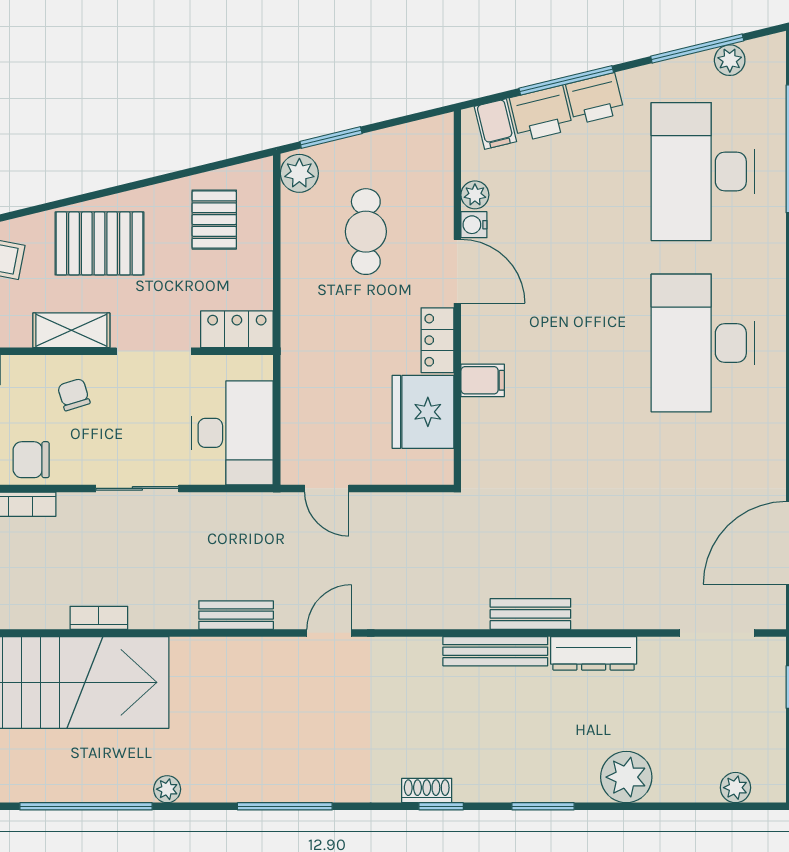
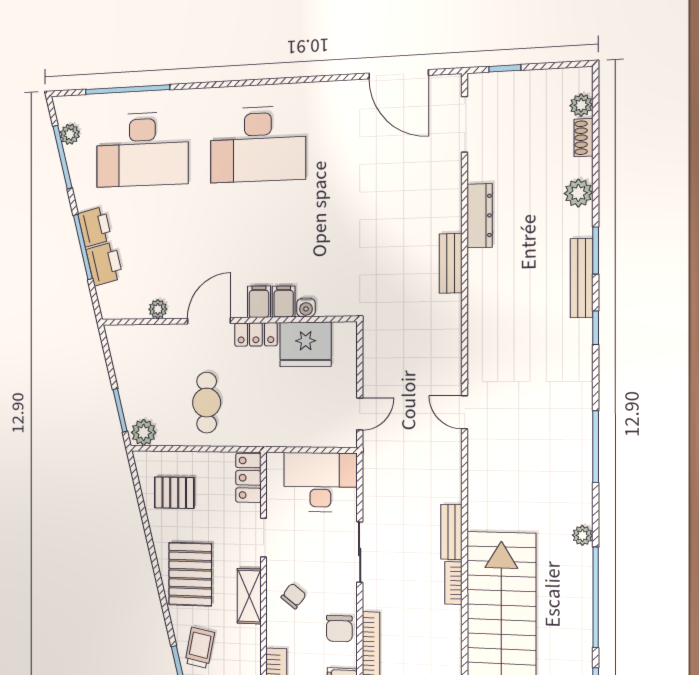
filing cabinet: (495, 124) -> (259, 302), moved, turned -76
water cooler: (474, 225) -> (306, 307), moved
cafe table: (366, 232) -> (207, 403), moved, turned 90
doorway: (154, 351) -> (263, 538), width x0.73
chair: (74, 395) -> (294, 596), turned 144
bench: (236, 615) -> (451, 532), moved
bench: (495, 651) -> (582, 278), moved
plant: (626, 777) -> (578, 193), width x0.73, depth x0.73
shoe rack: (427, 791) -> (583, 138), moved

